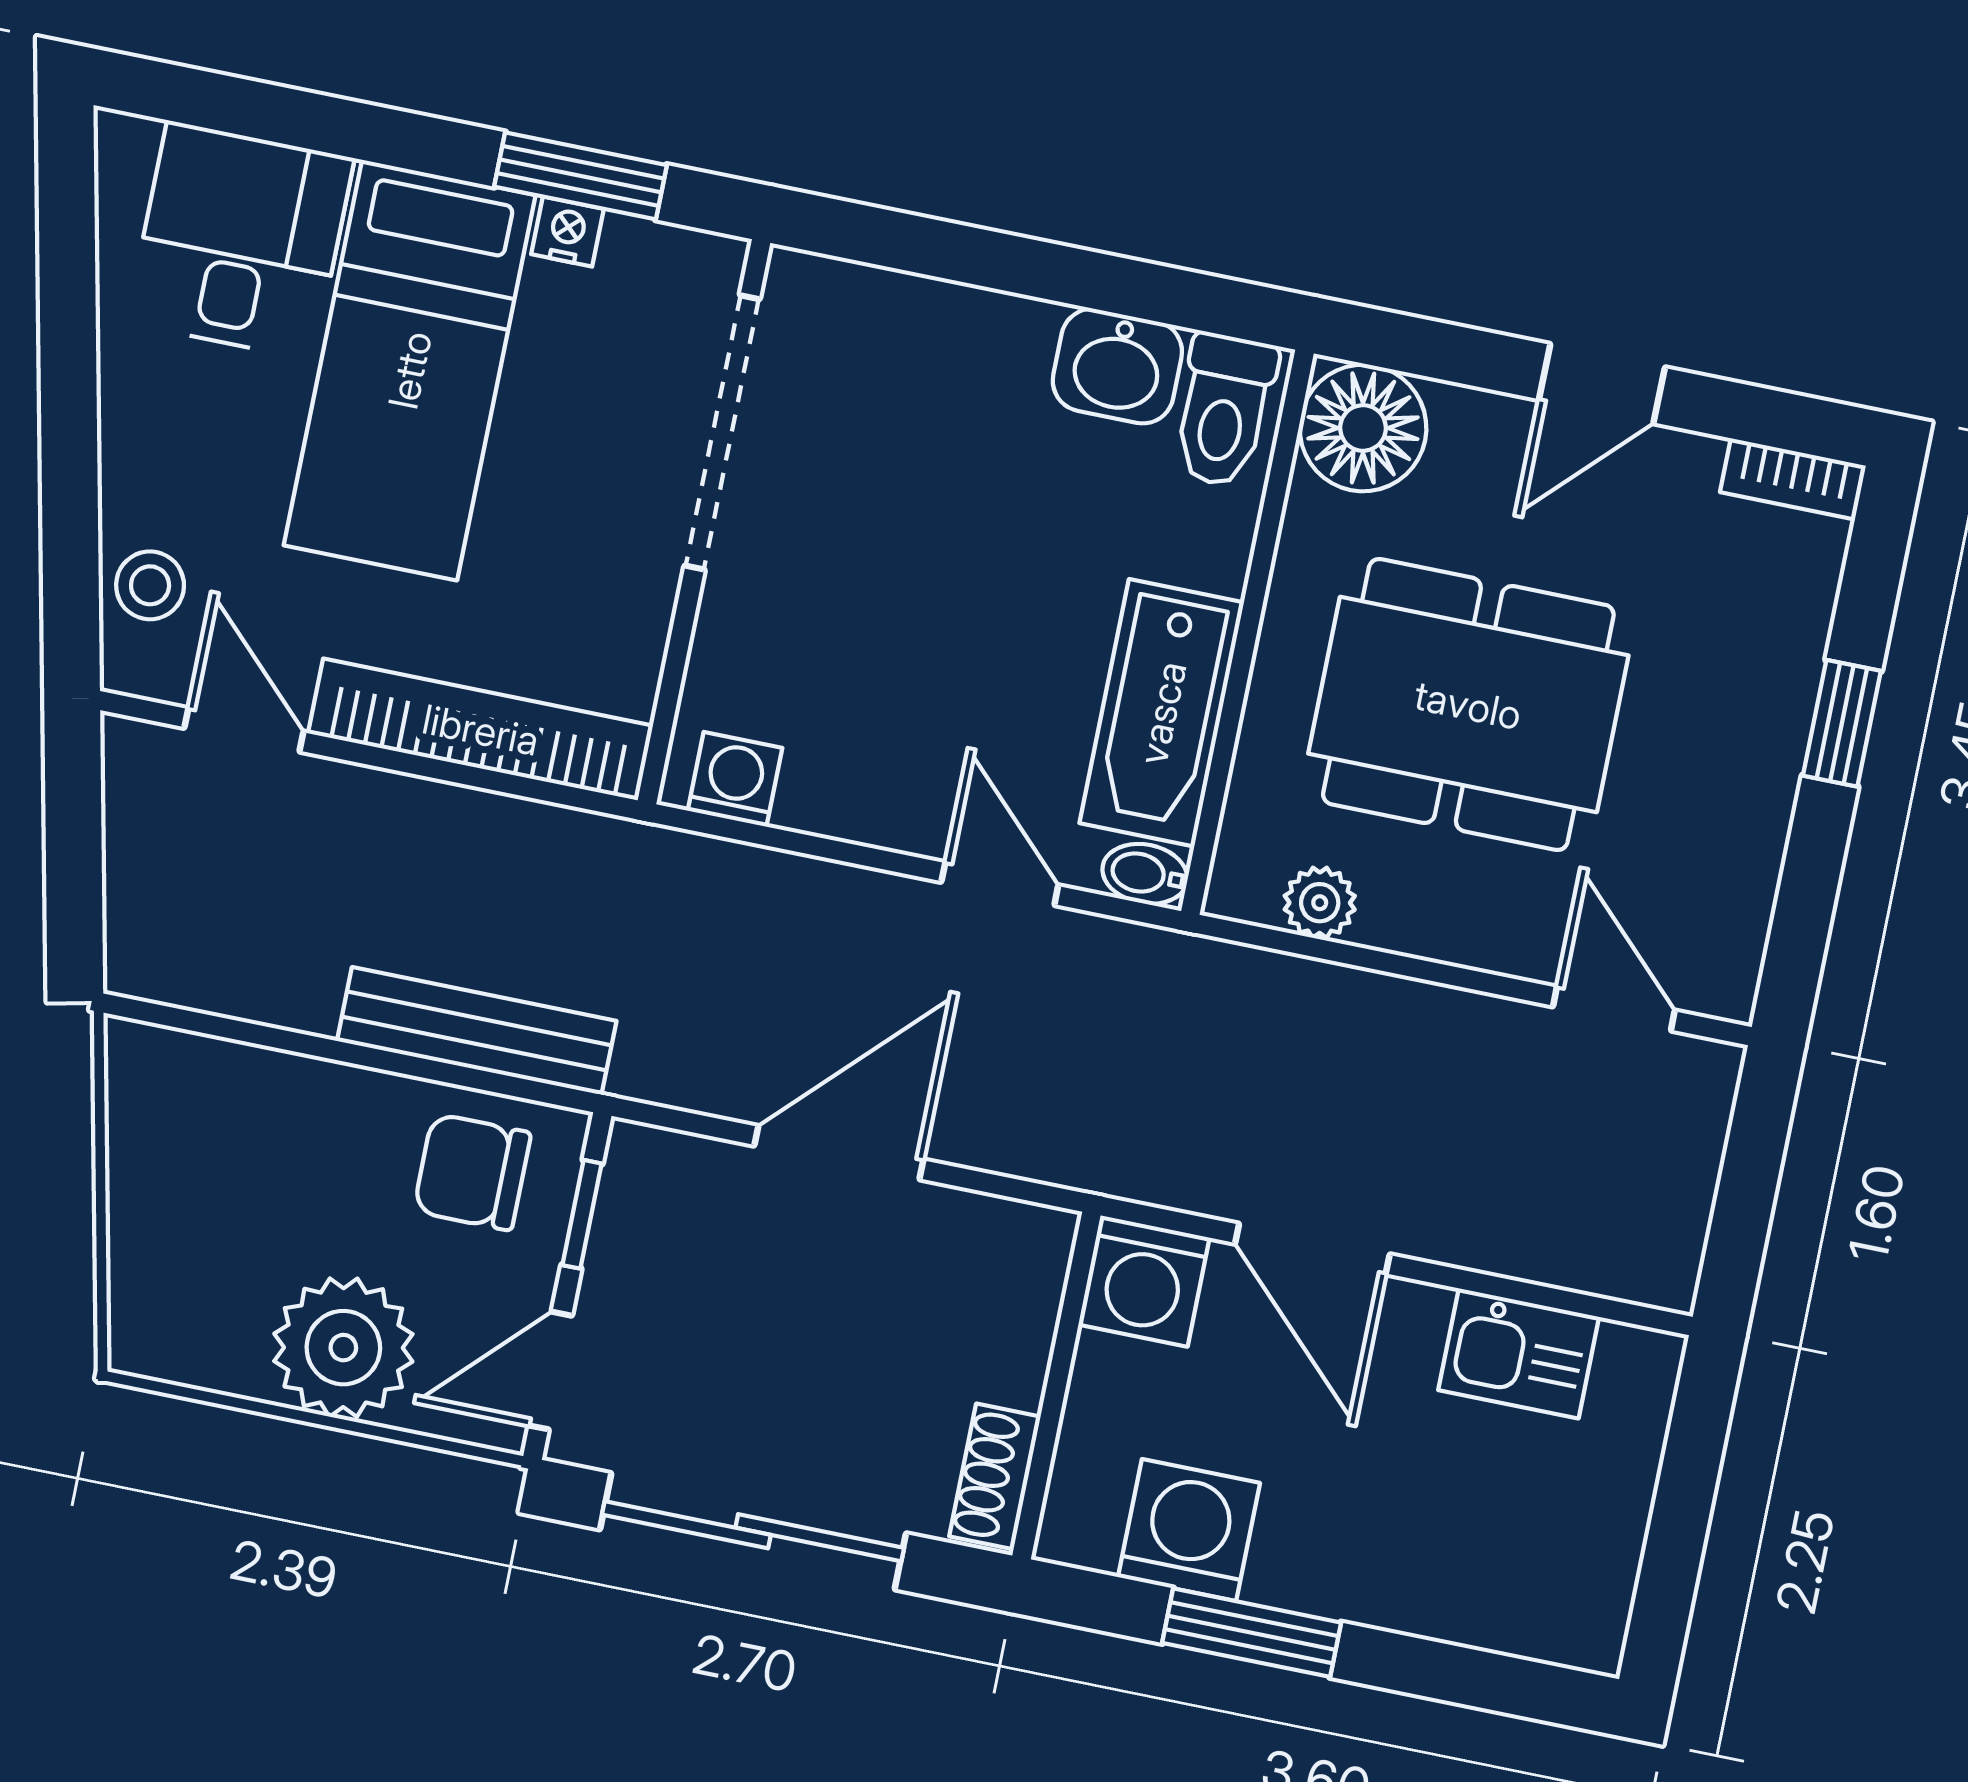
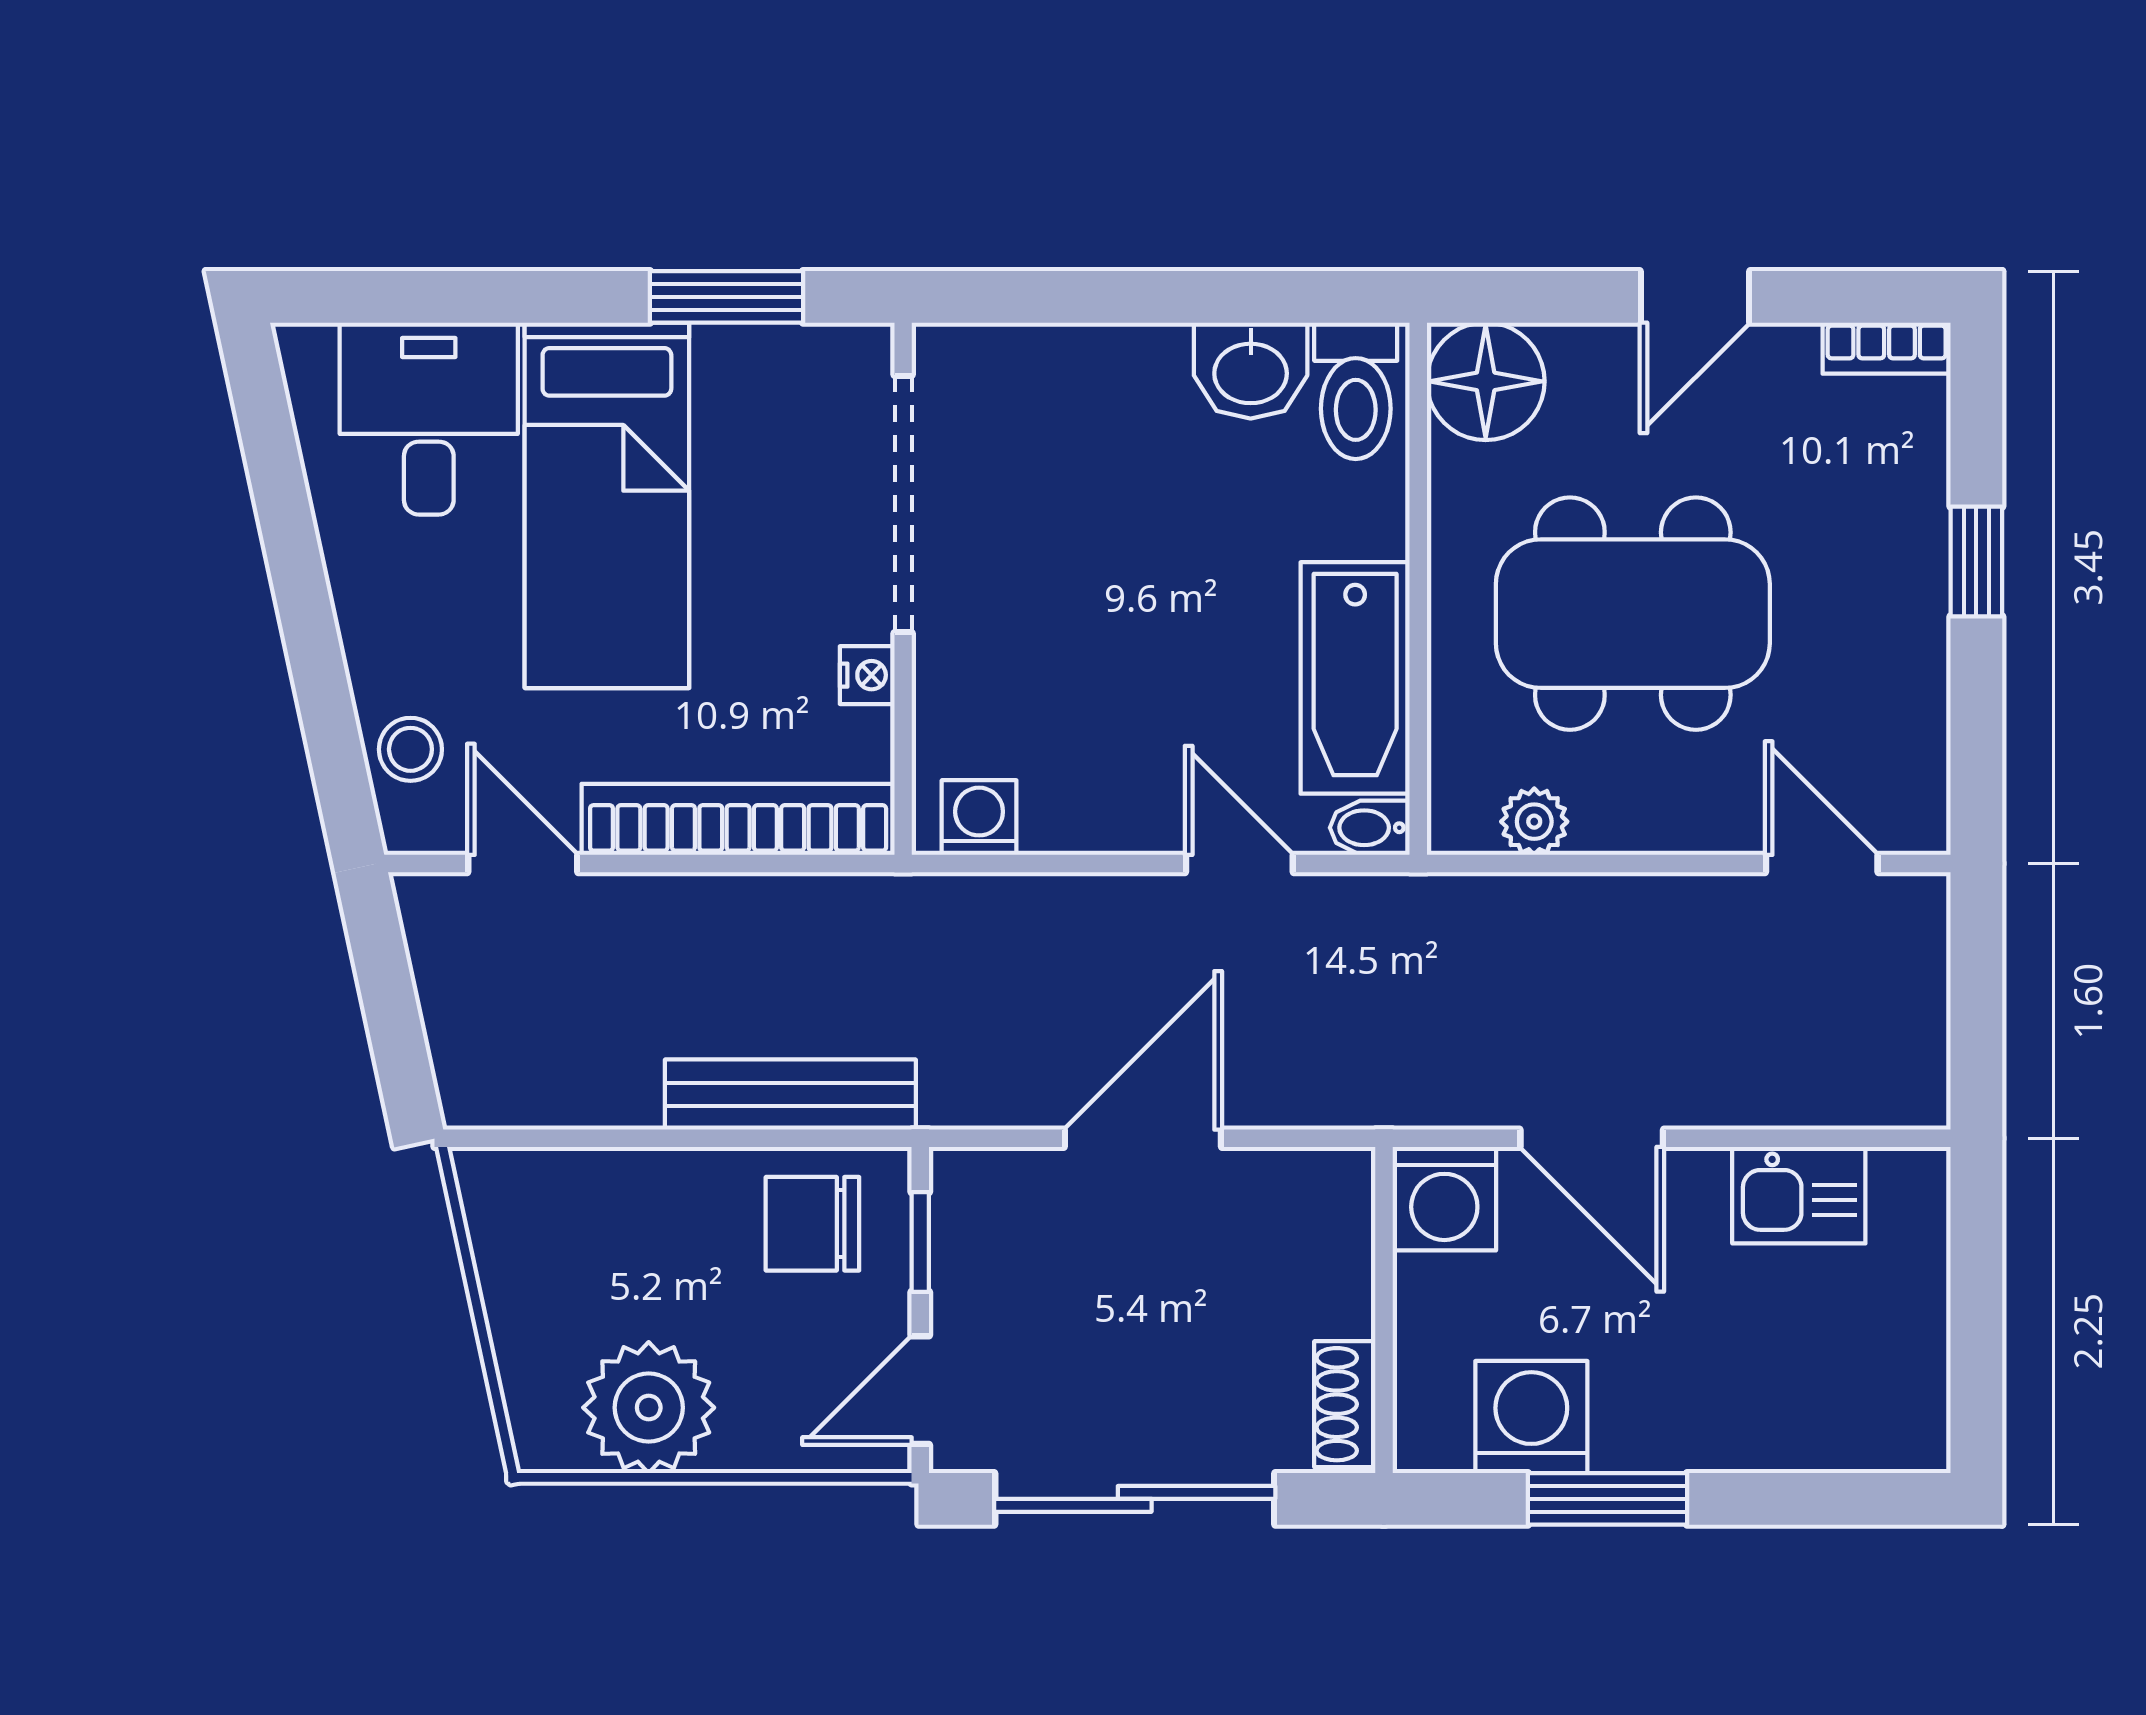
nightstand: (567, 232) -> (867, 675), moved, turned 90
plant: (343, 1348) -> (649, 1408), moved

